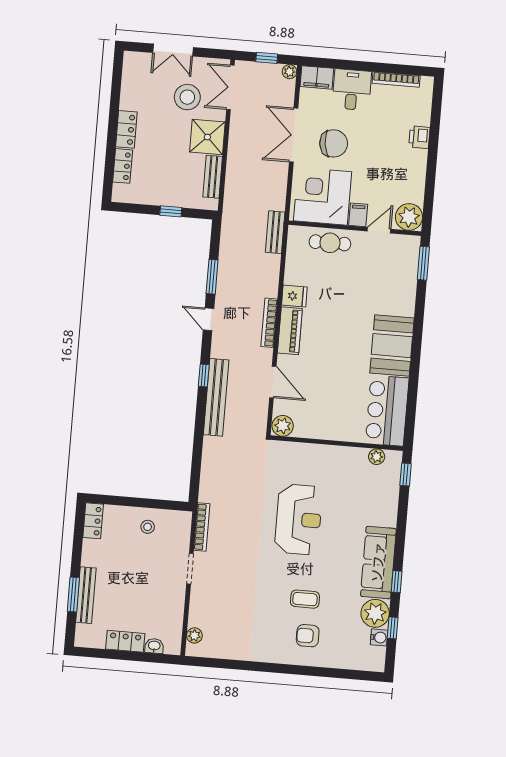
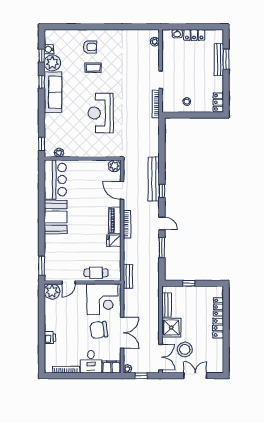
filing cabinet: (358, 215) -> (81, 290), removed

